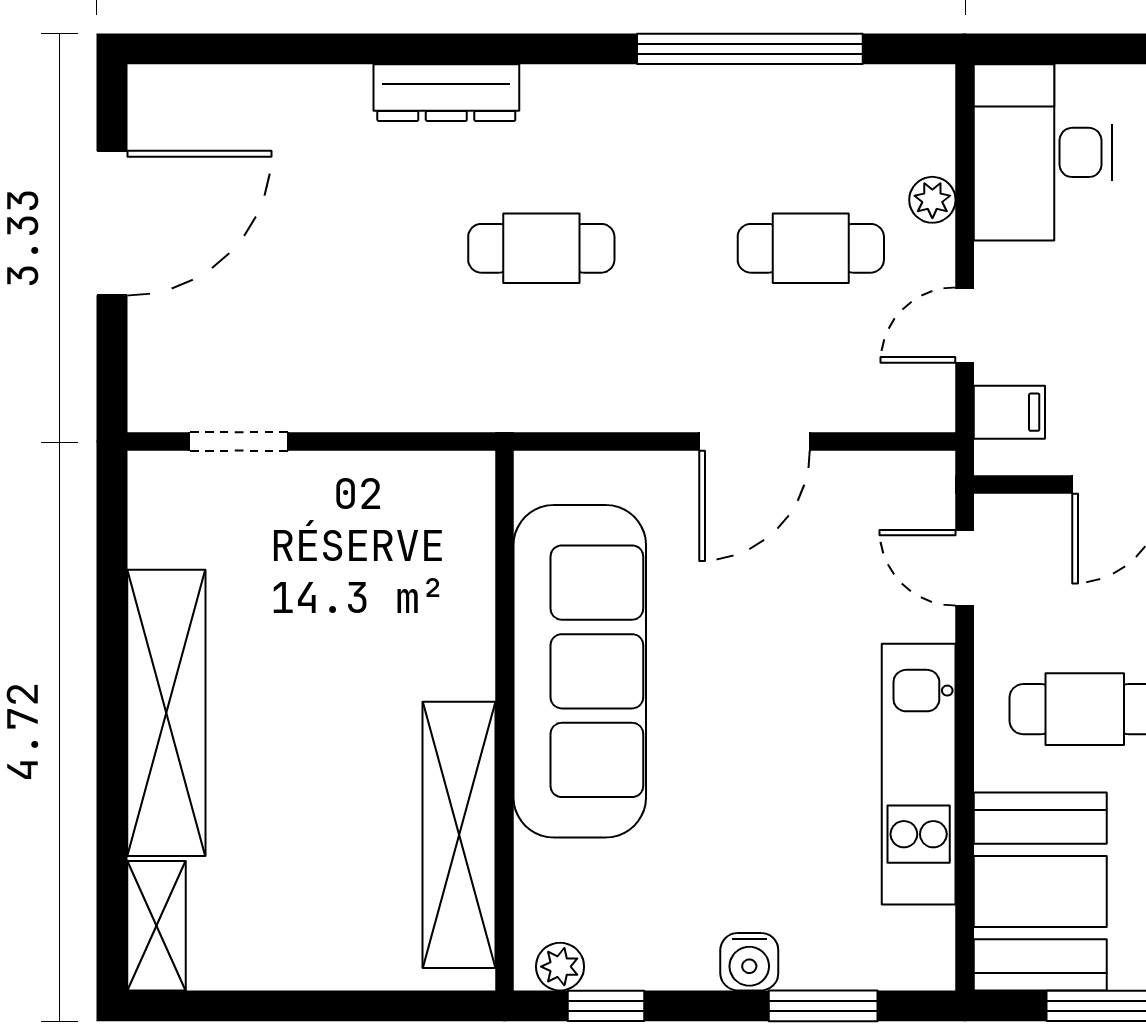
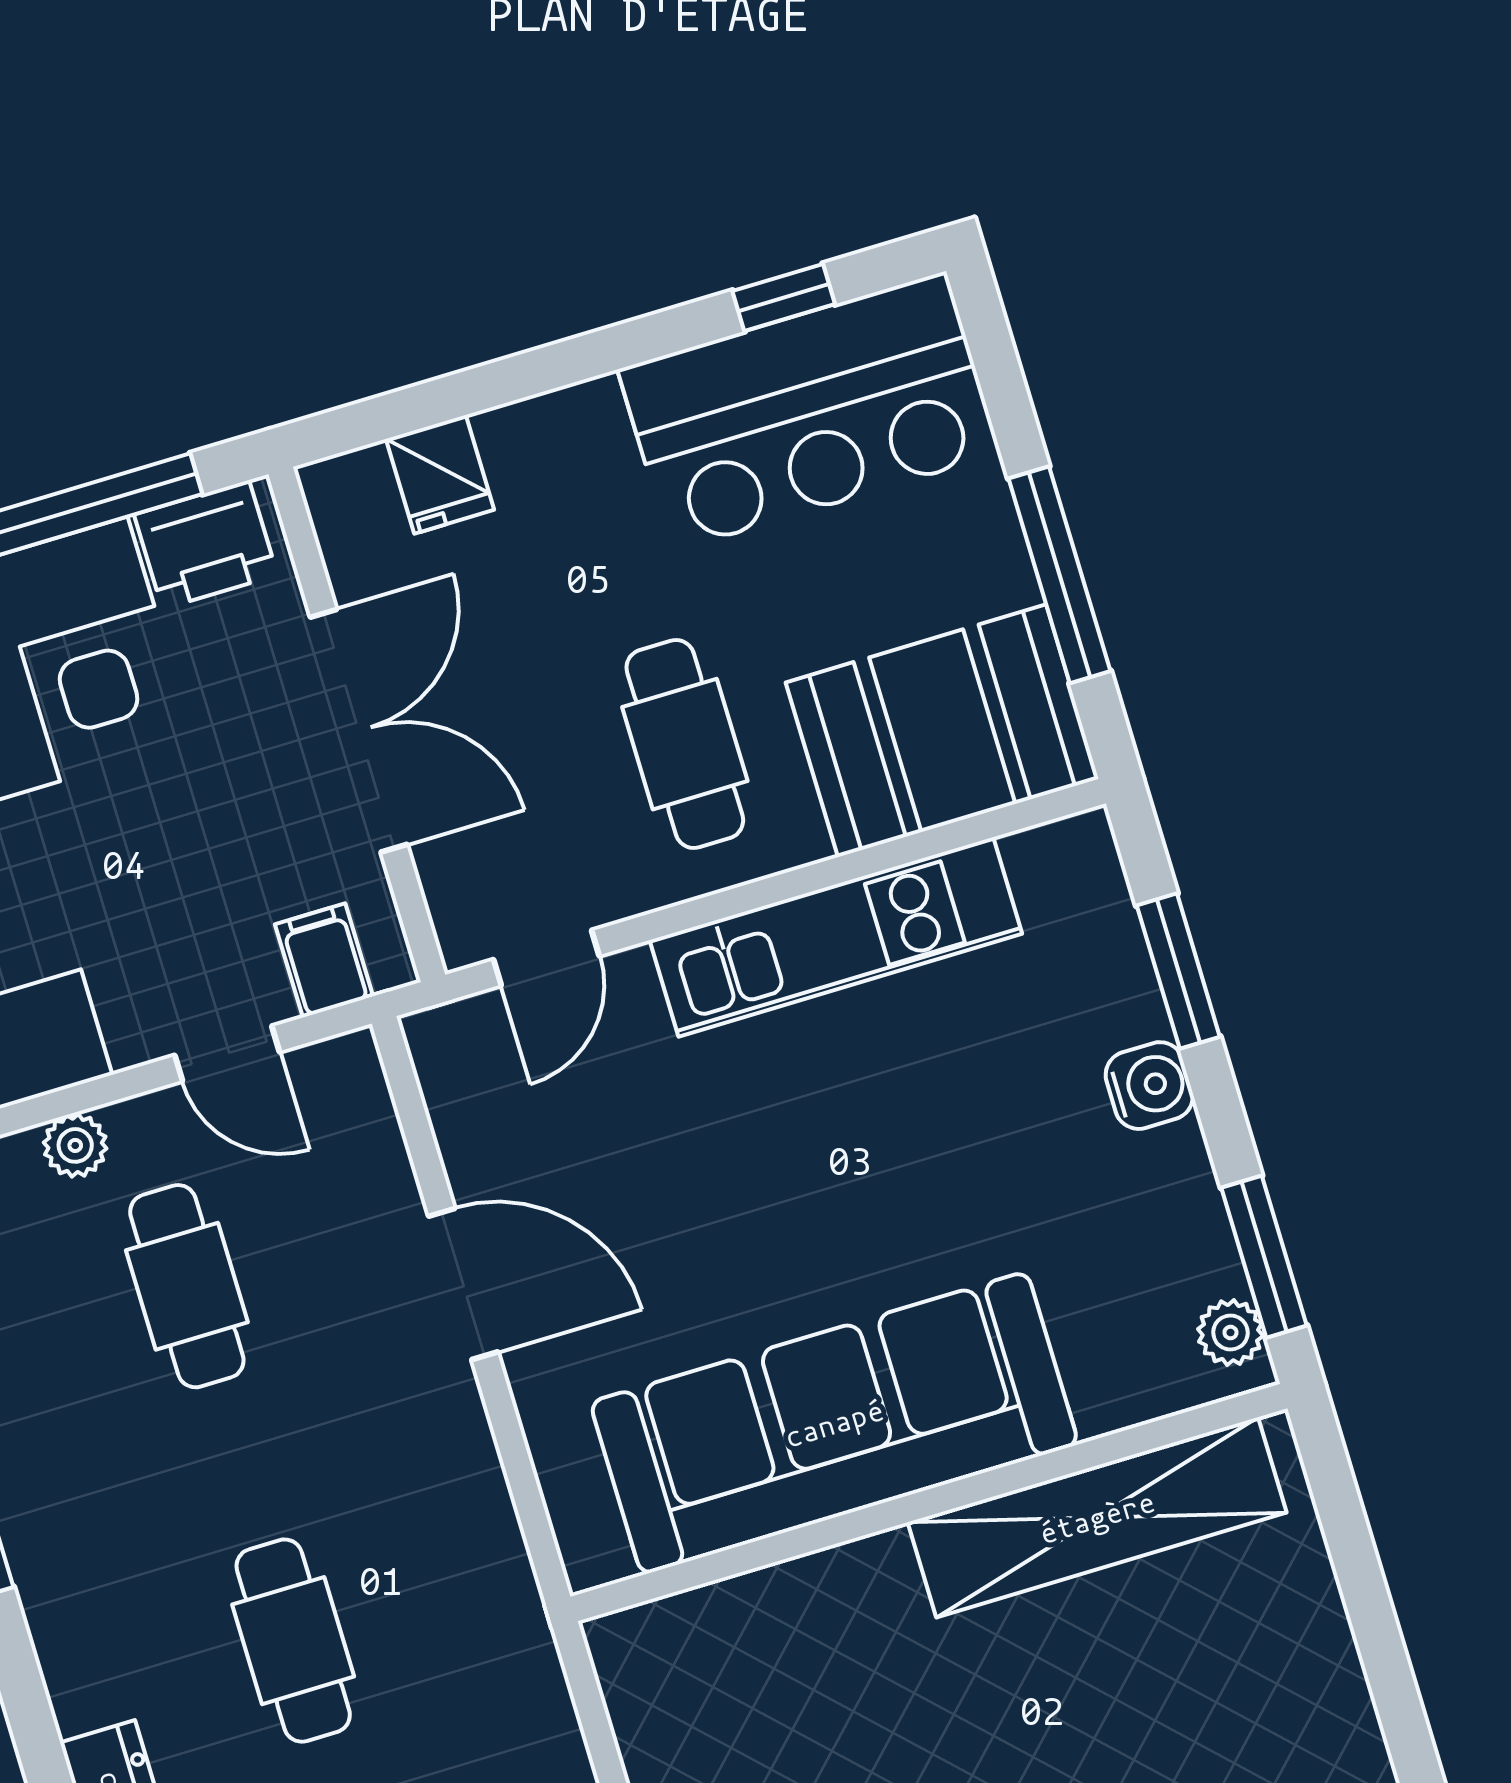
window: (606, 1006) -> (1264, 1257), width x1.50

